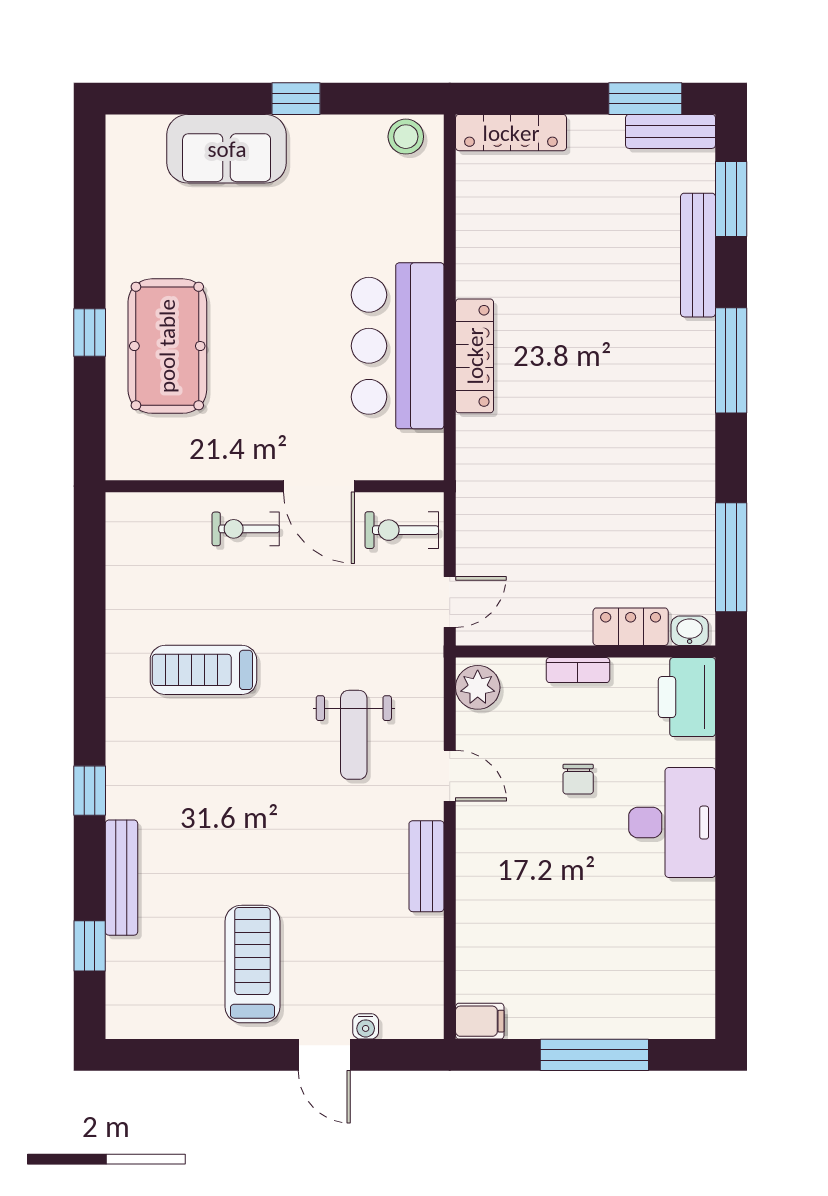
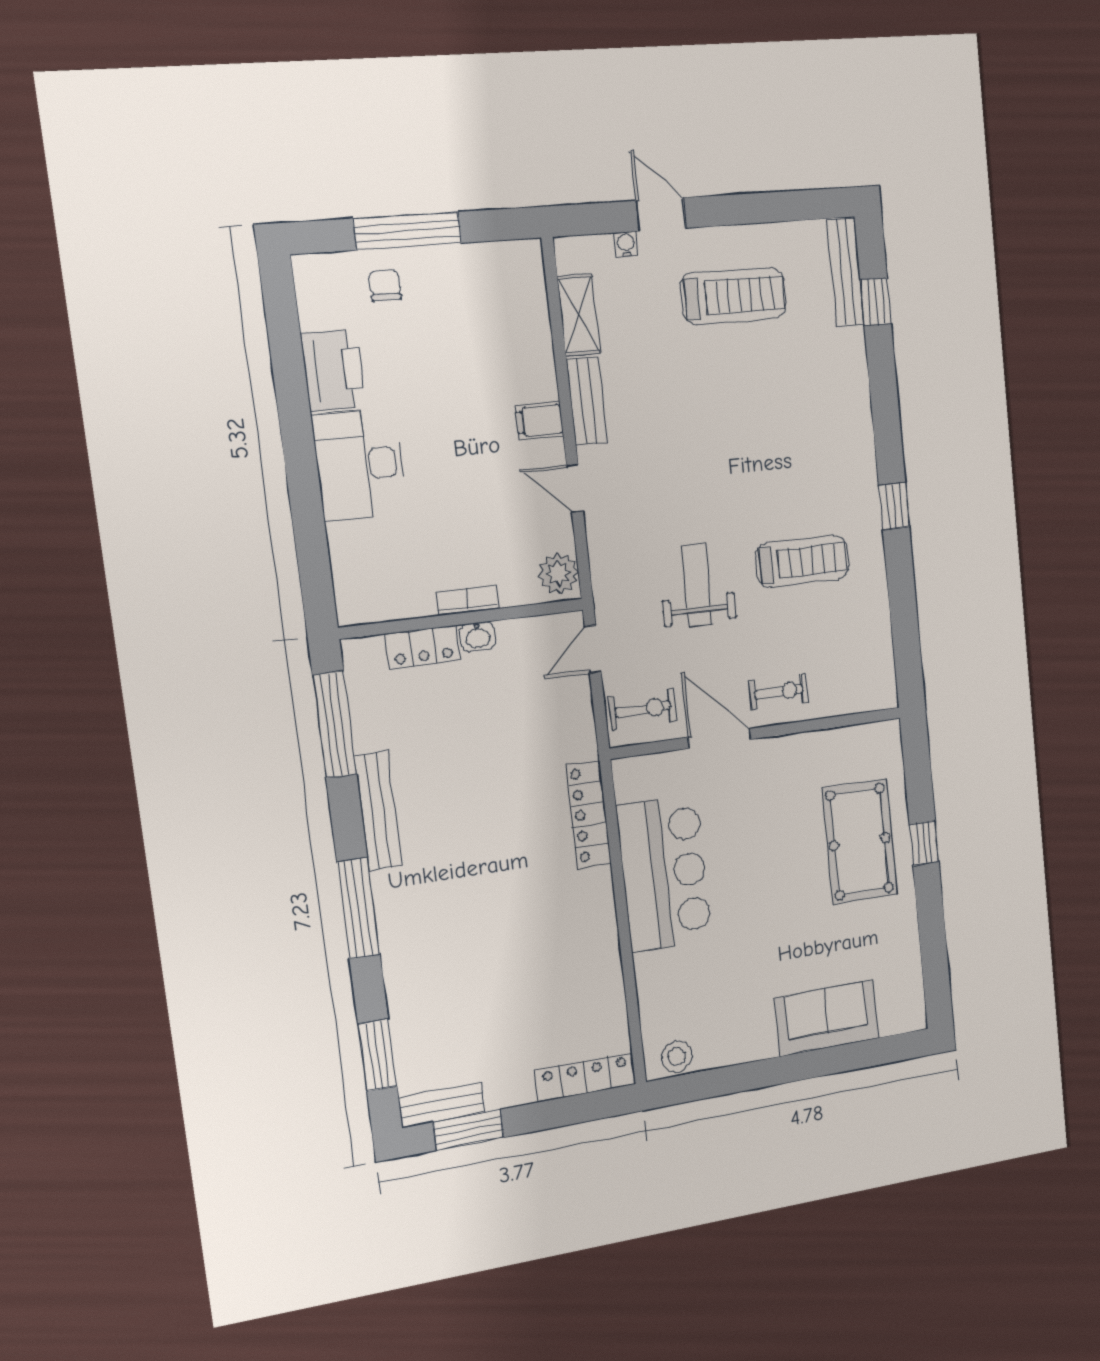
window: (296, 99) -> (773, 1072), removed
bench: (698, 255) -> (378, 811), moved
locker: (475, 356) -> (589, 815), moved
washbasin: (690, 631) -> (478, 637), moved
printer: (687, 697) -> (333, 370), moved
weight bench: (354, 735) -> (697, 585), moved
chair: (578, 779) -> (385, 285), moved
window: (90, 791) -> (894, 506), moved
bench: (121, 878) -> (846, 272), moved
shelving: (425, 957) -> (579, 315), added
treadmill: (253, 964) -> (733, 296), turned -90
filing cabinet: (480, 1021) -> (539, 421), moved

